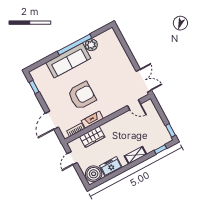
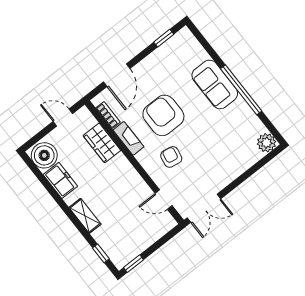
plant: (91, 45) -> (266, 143), moved
sofa: (68, 60) -> (215, 84), width x0.73
armchair: (108, 95) -> (171, 157), added
armchair: (82, 96) -> (163, 115), turned 180
door: (134, 105) -> (164, 200), hinge flipped
door: (52, 120) -> (117, 75), swing flipped

